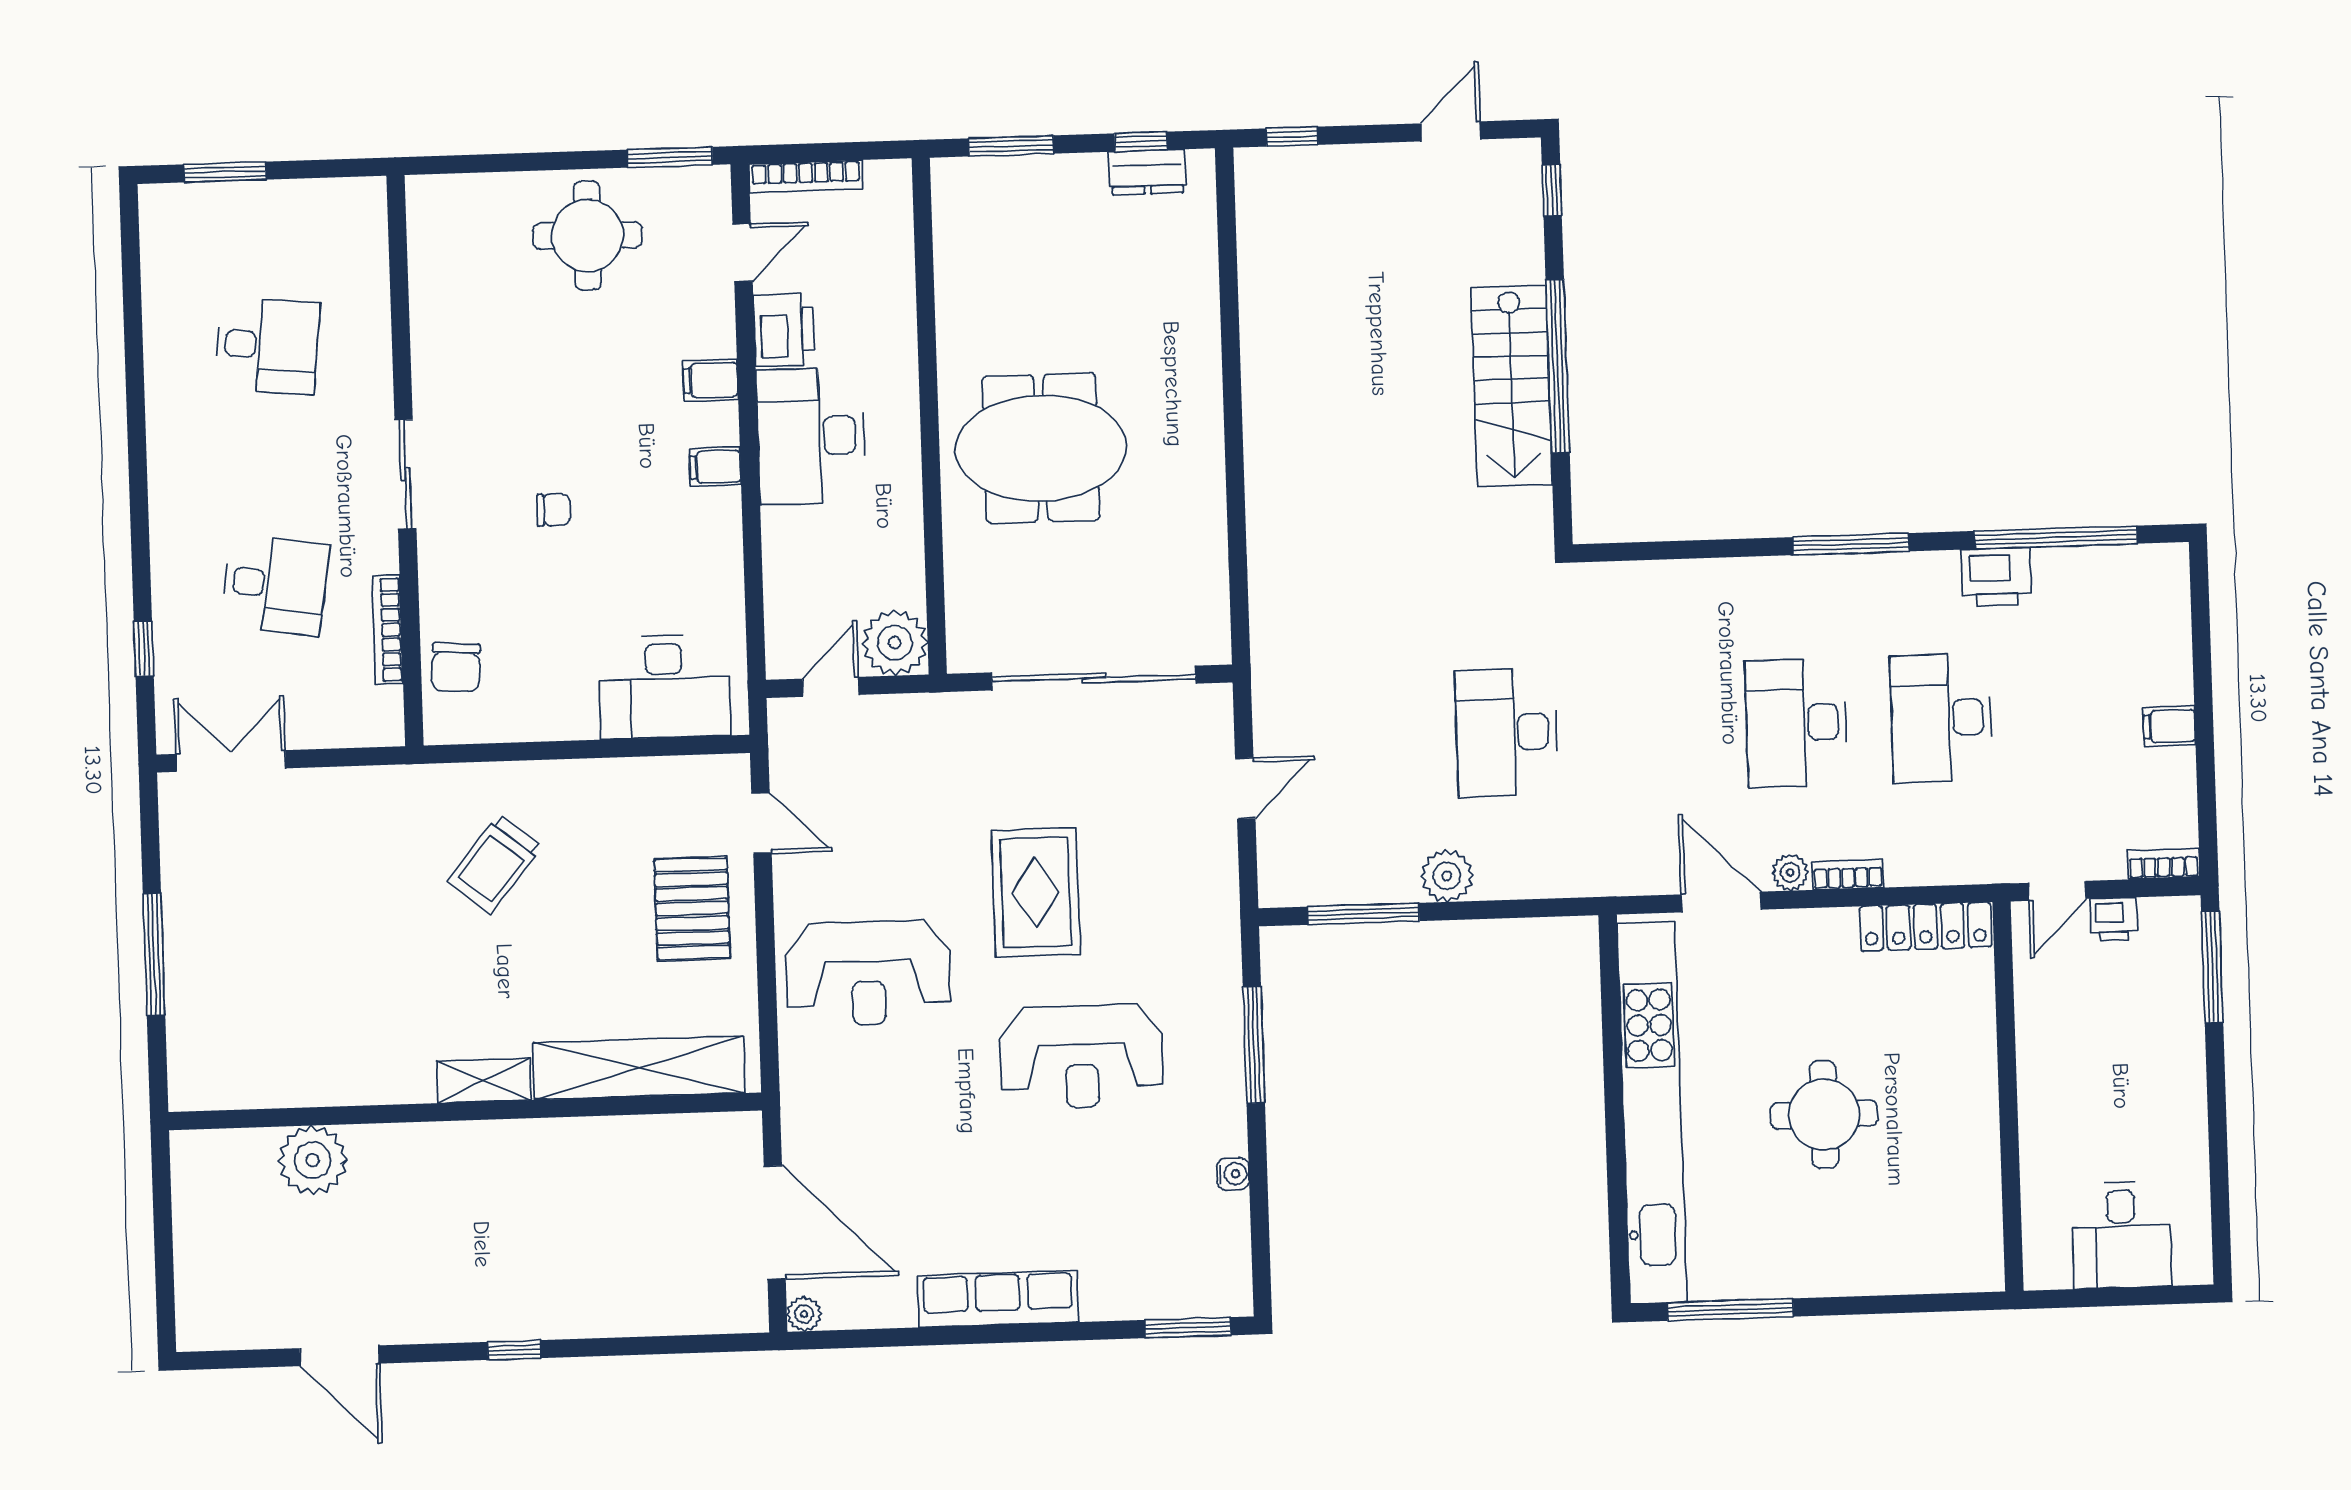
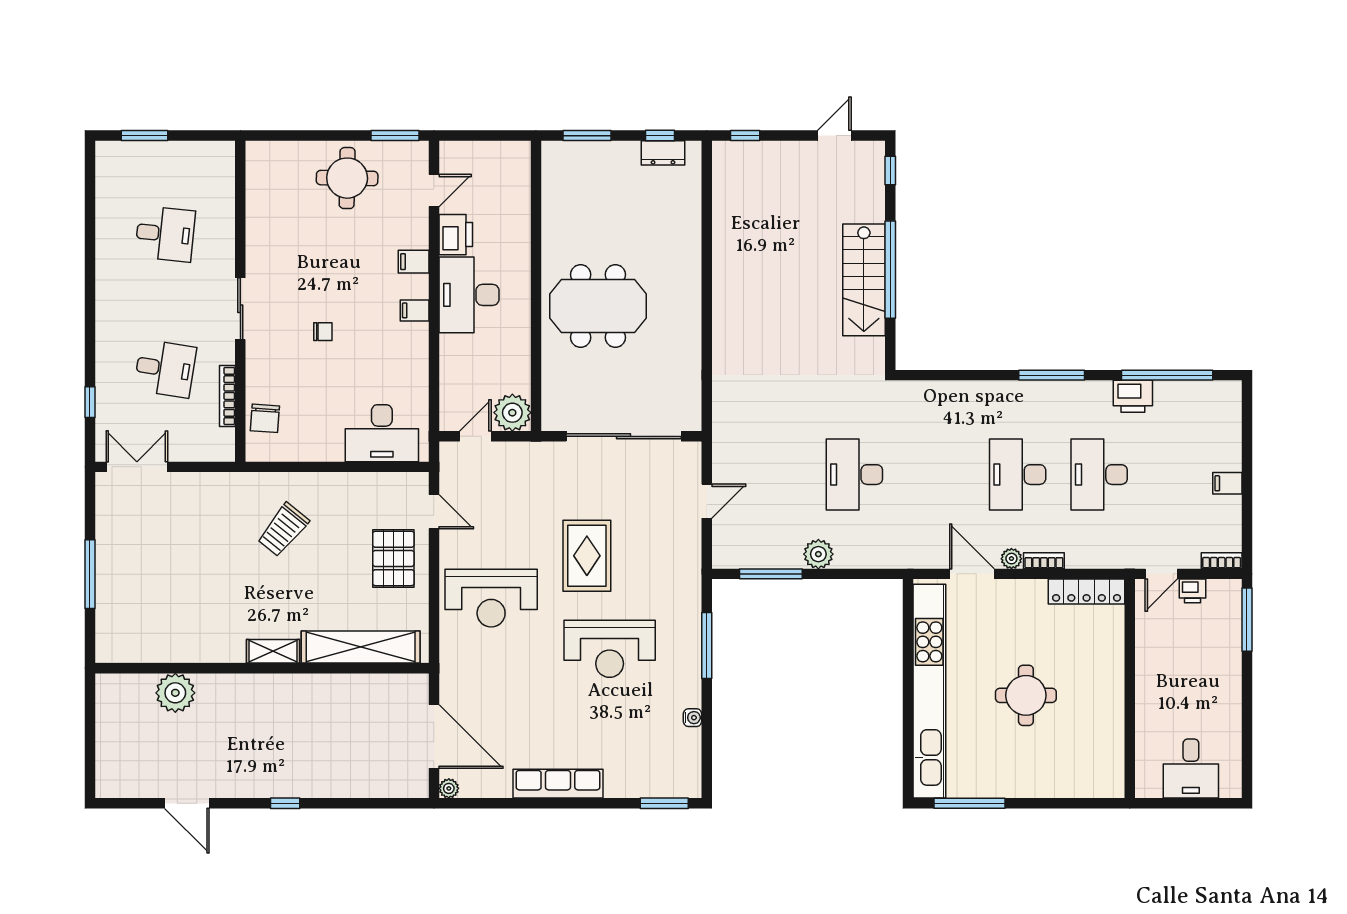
bookcase: (806, 176) -> (471, 149), removed

